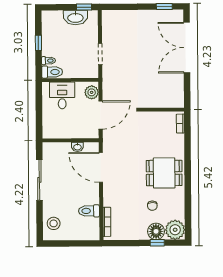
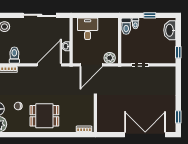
washbasin: (75, 18) -> (170, 30), moved
desk: (62, 95) -> (88, 29), moved, turned -90
door: (101, 115) -> (91, 65), hinge flipped
dining table: (164, 173) -> (44, 116), turned 90

